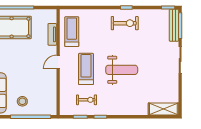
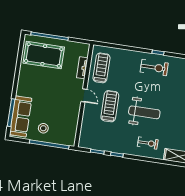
door: (58, 62) -> (84, 95), swing flipped
exercise bike: (87, 100) -> (148, 143), moved

